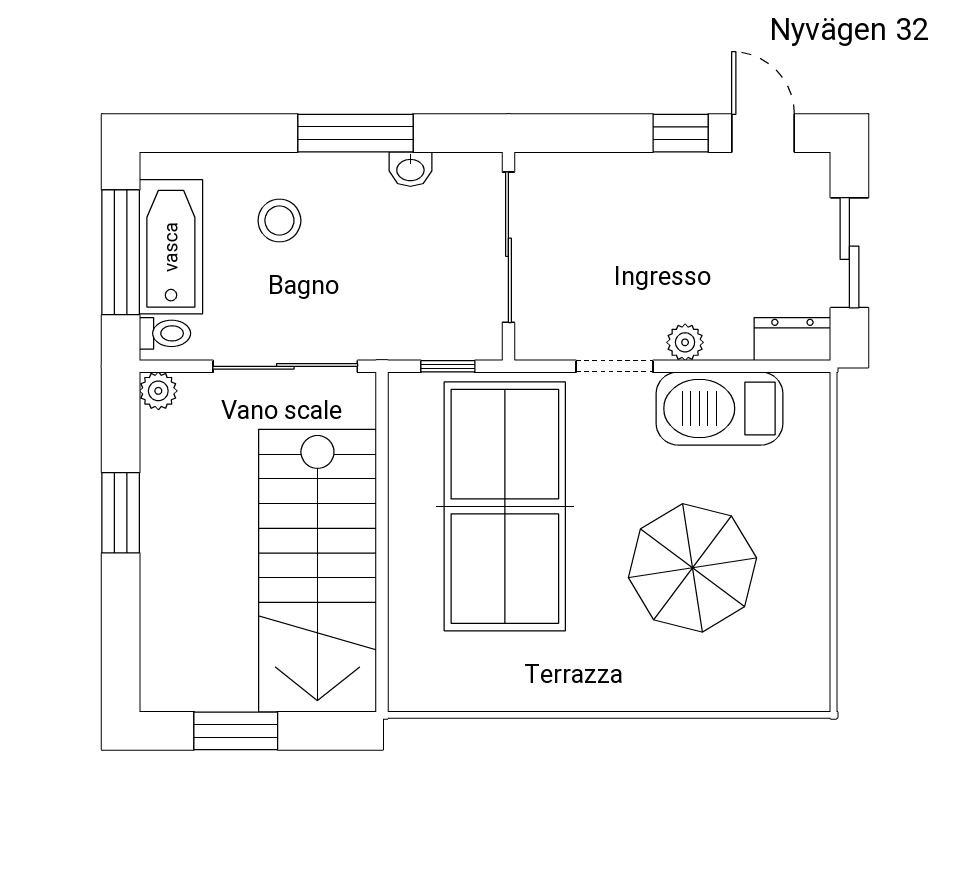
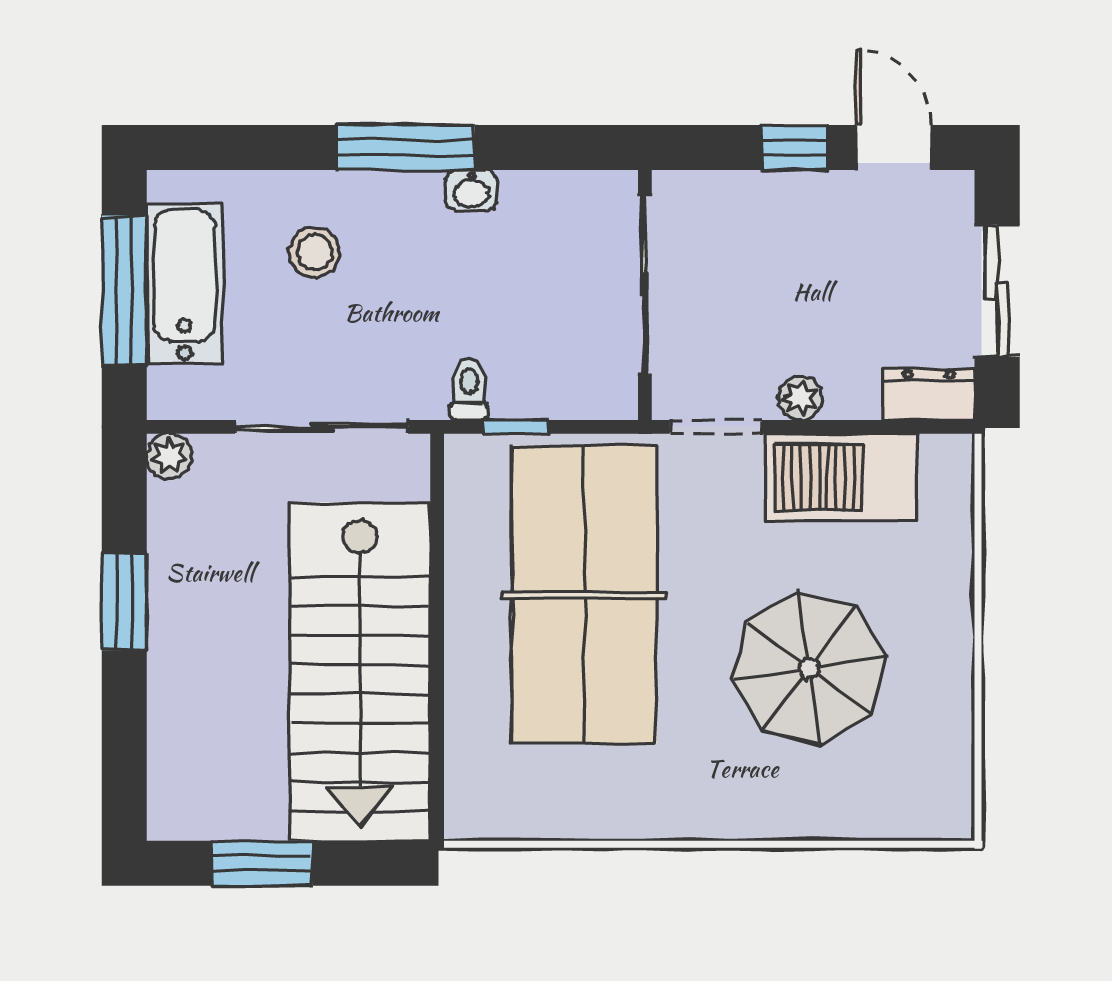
sliding door: (508, 247) -> (645, 284), moved
wall: (508, 256) -> (645, 295), moved
toilet: (165, 333) -> (469, 389), moved, turned -90

